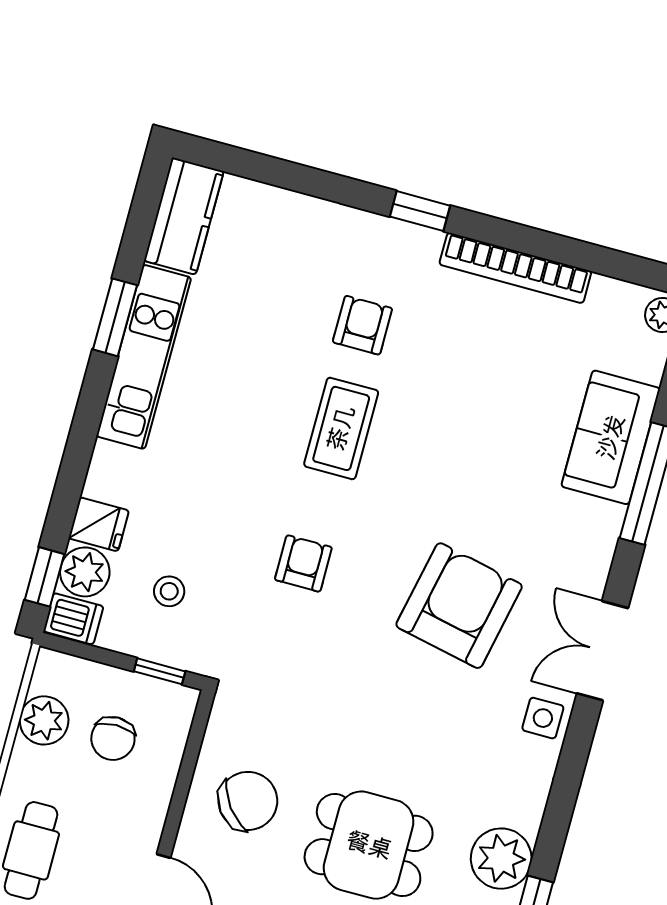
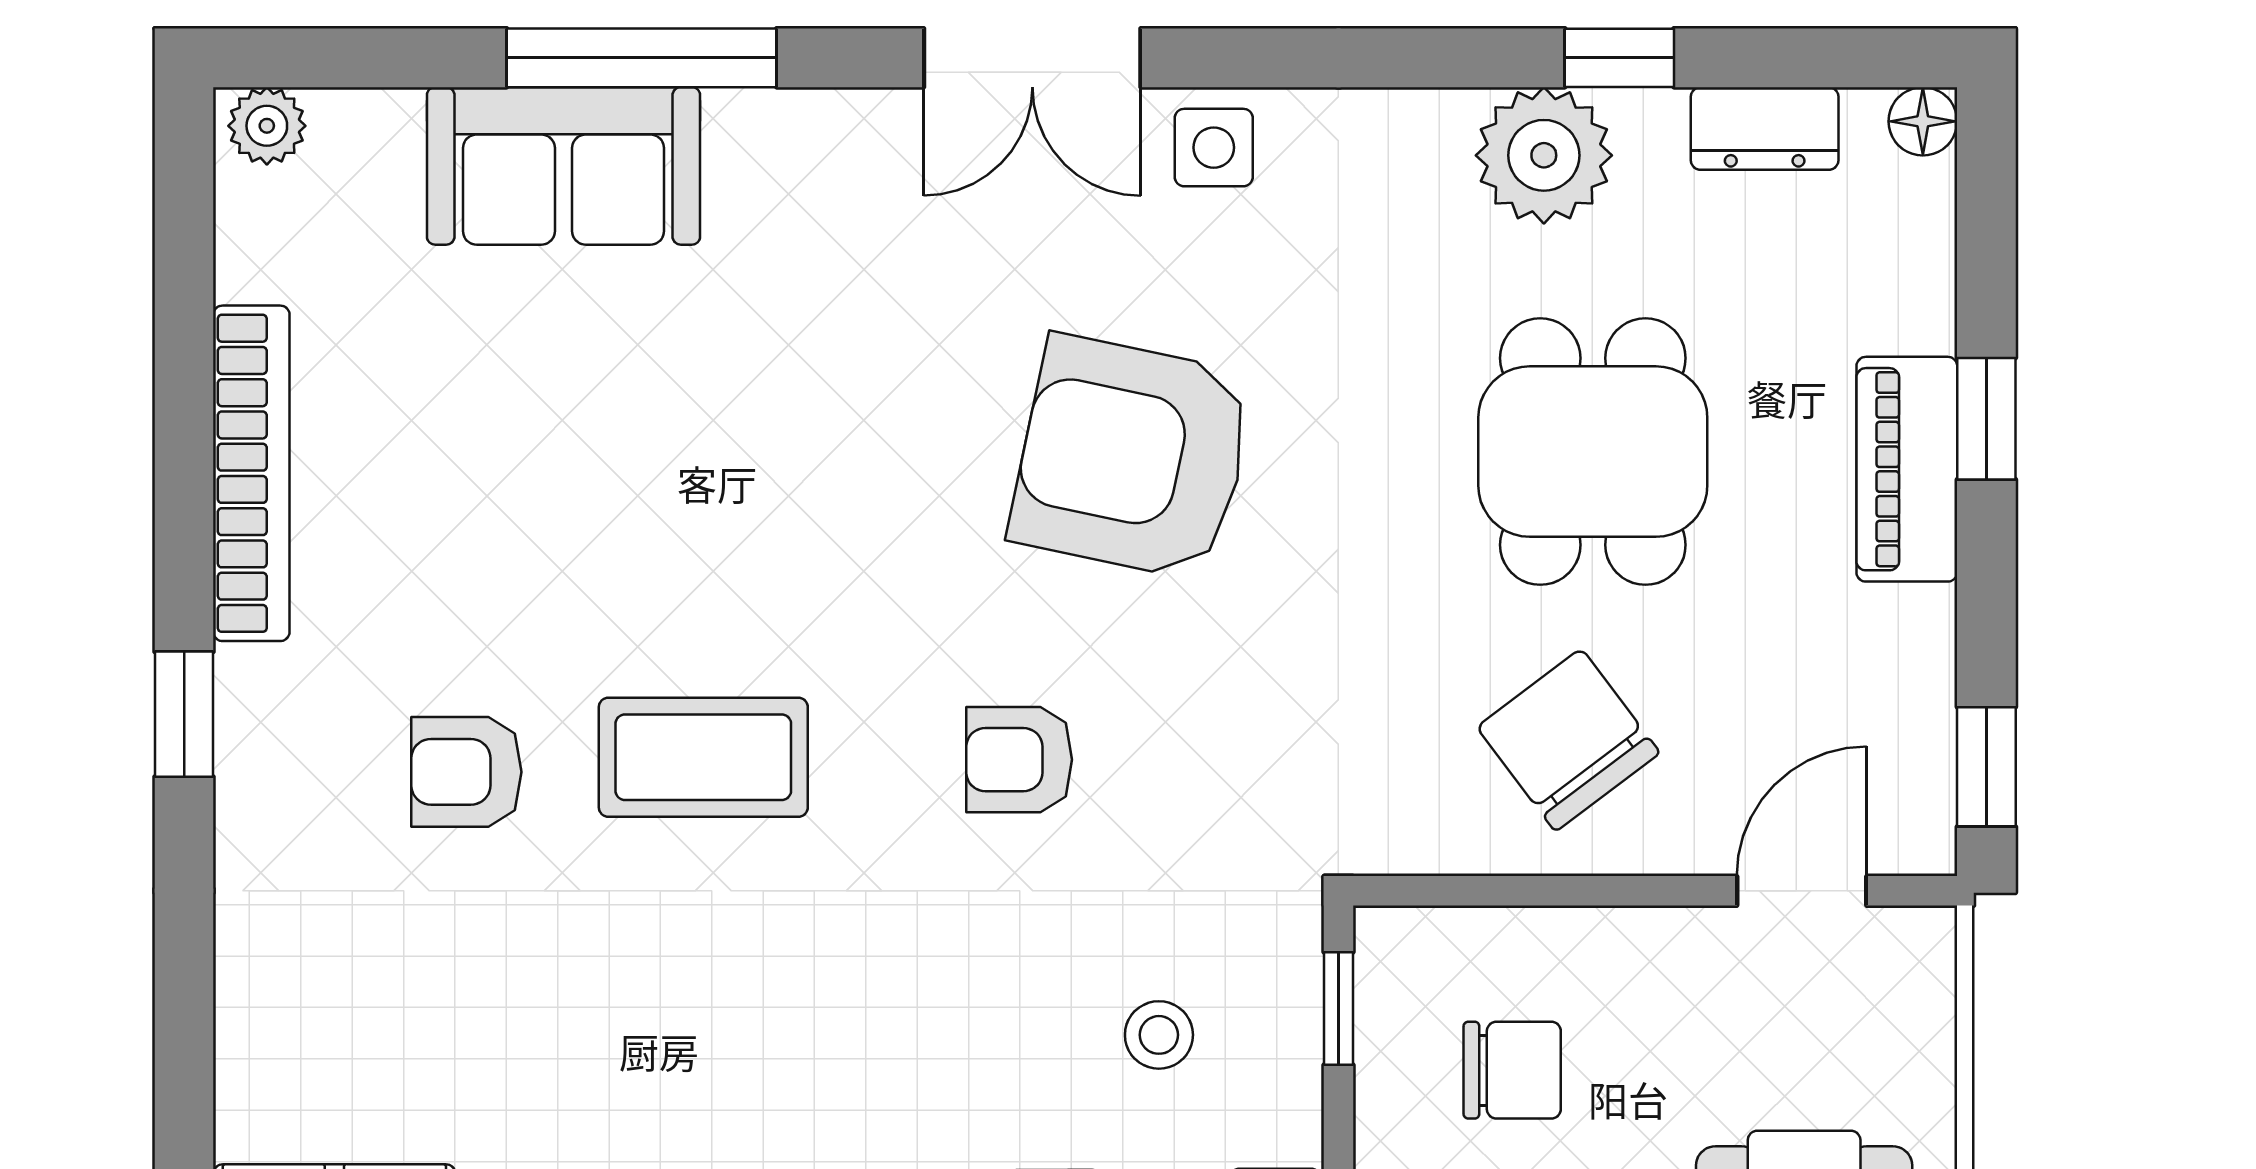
armchair: (459, 606) -> (1132, 458), moved

